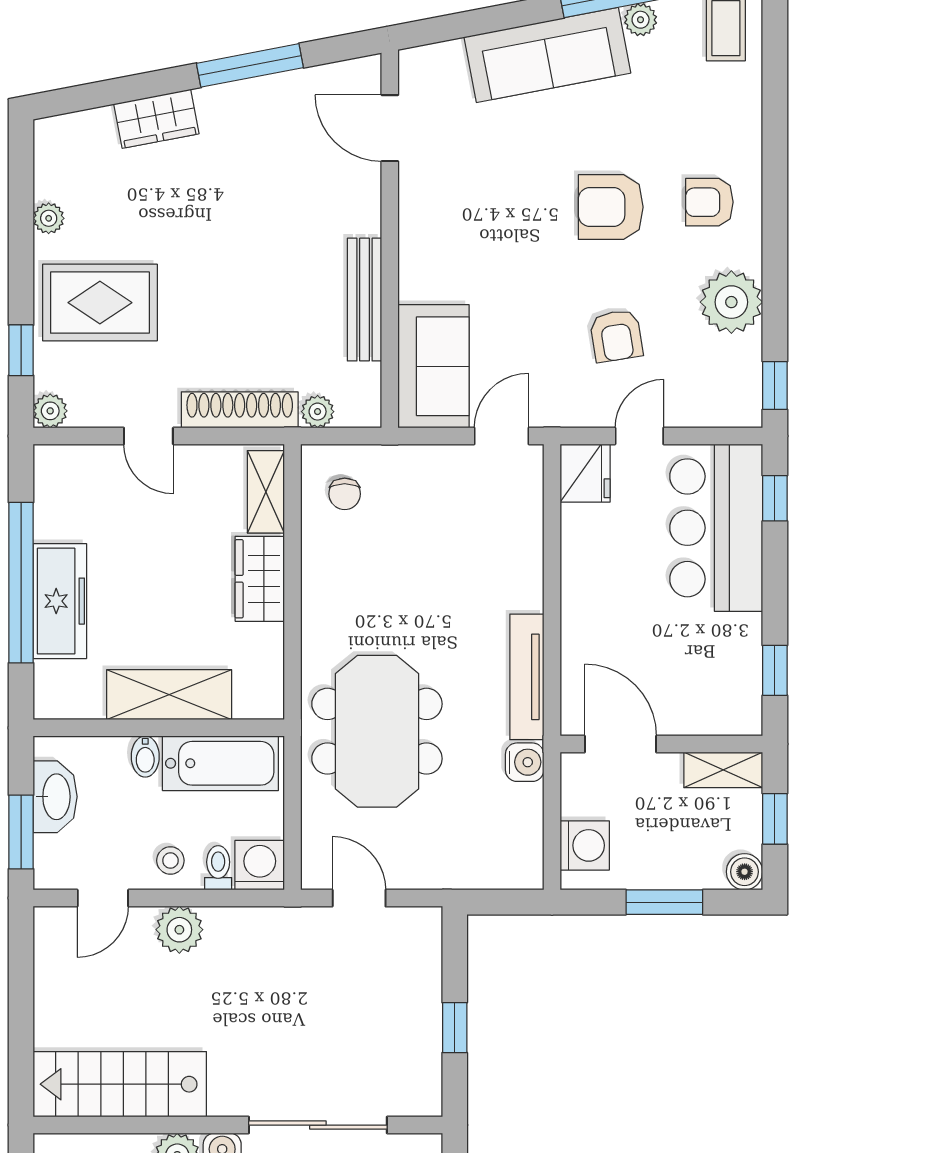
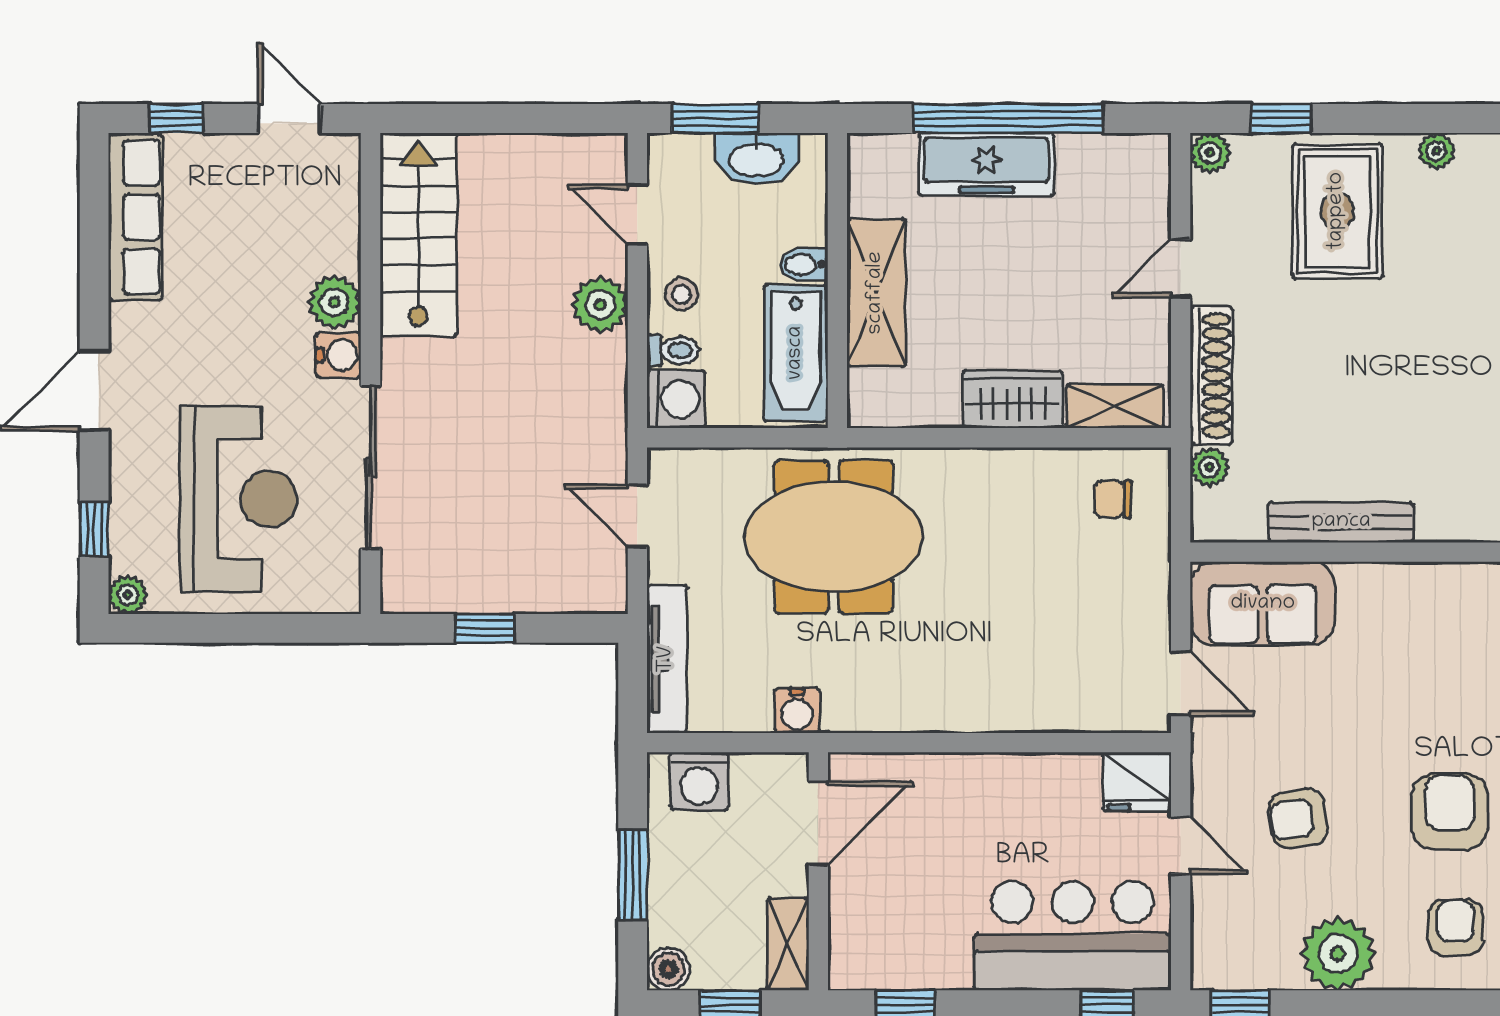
tv unit: (527, 677) -> (667, 659), moved, turned 90
door: (359, 898) -> (637, 516), swing flipped

